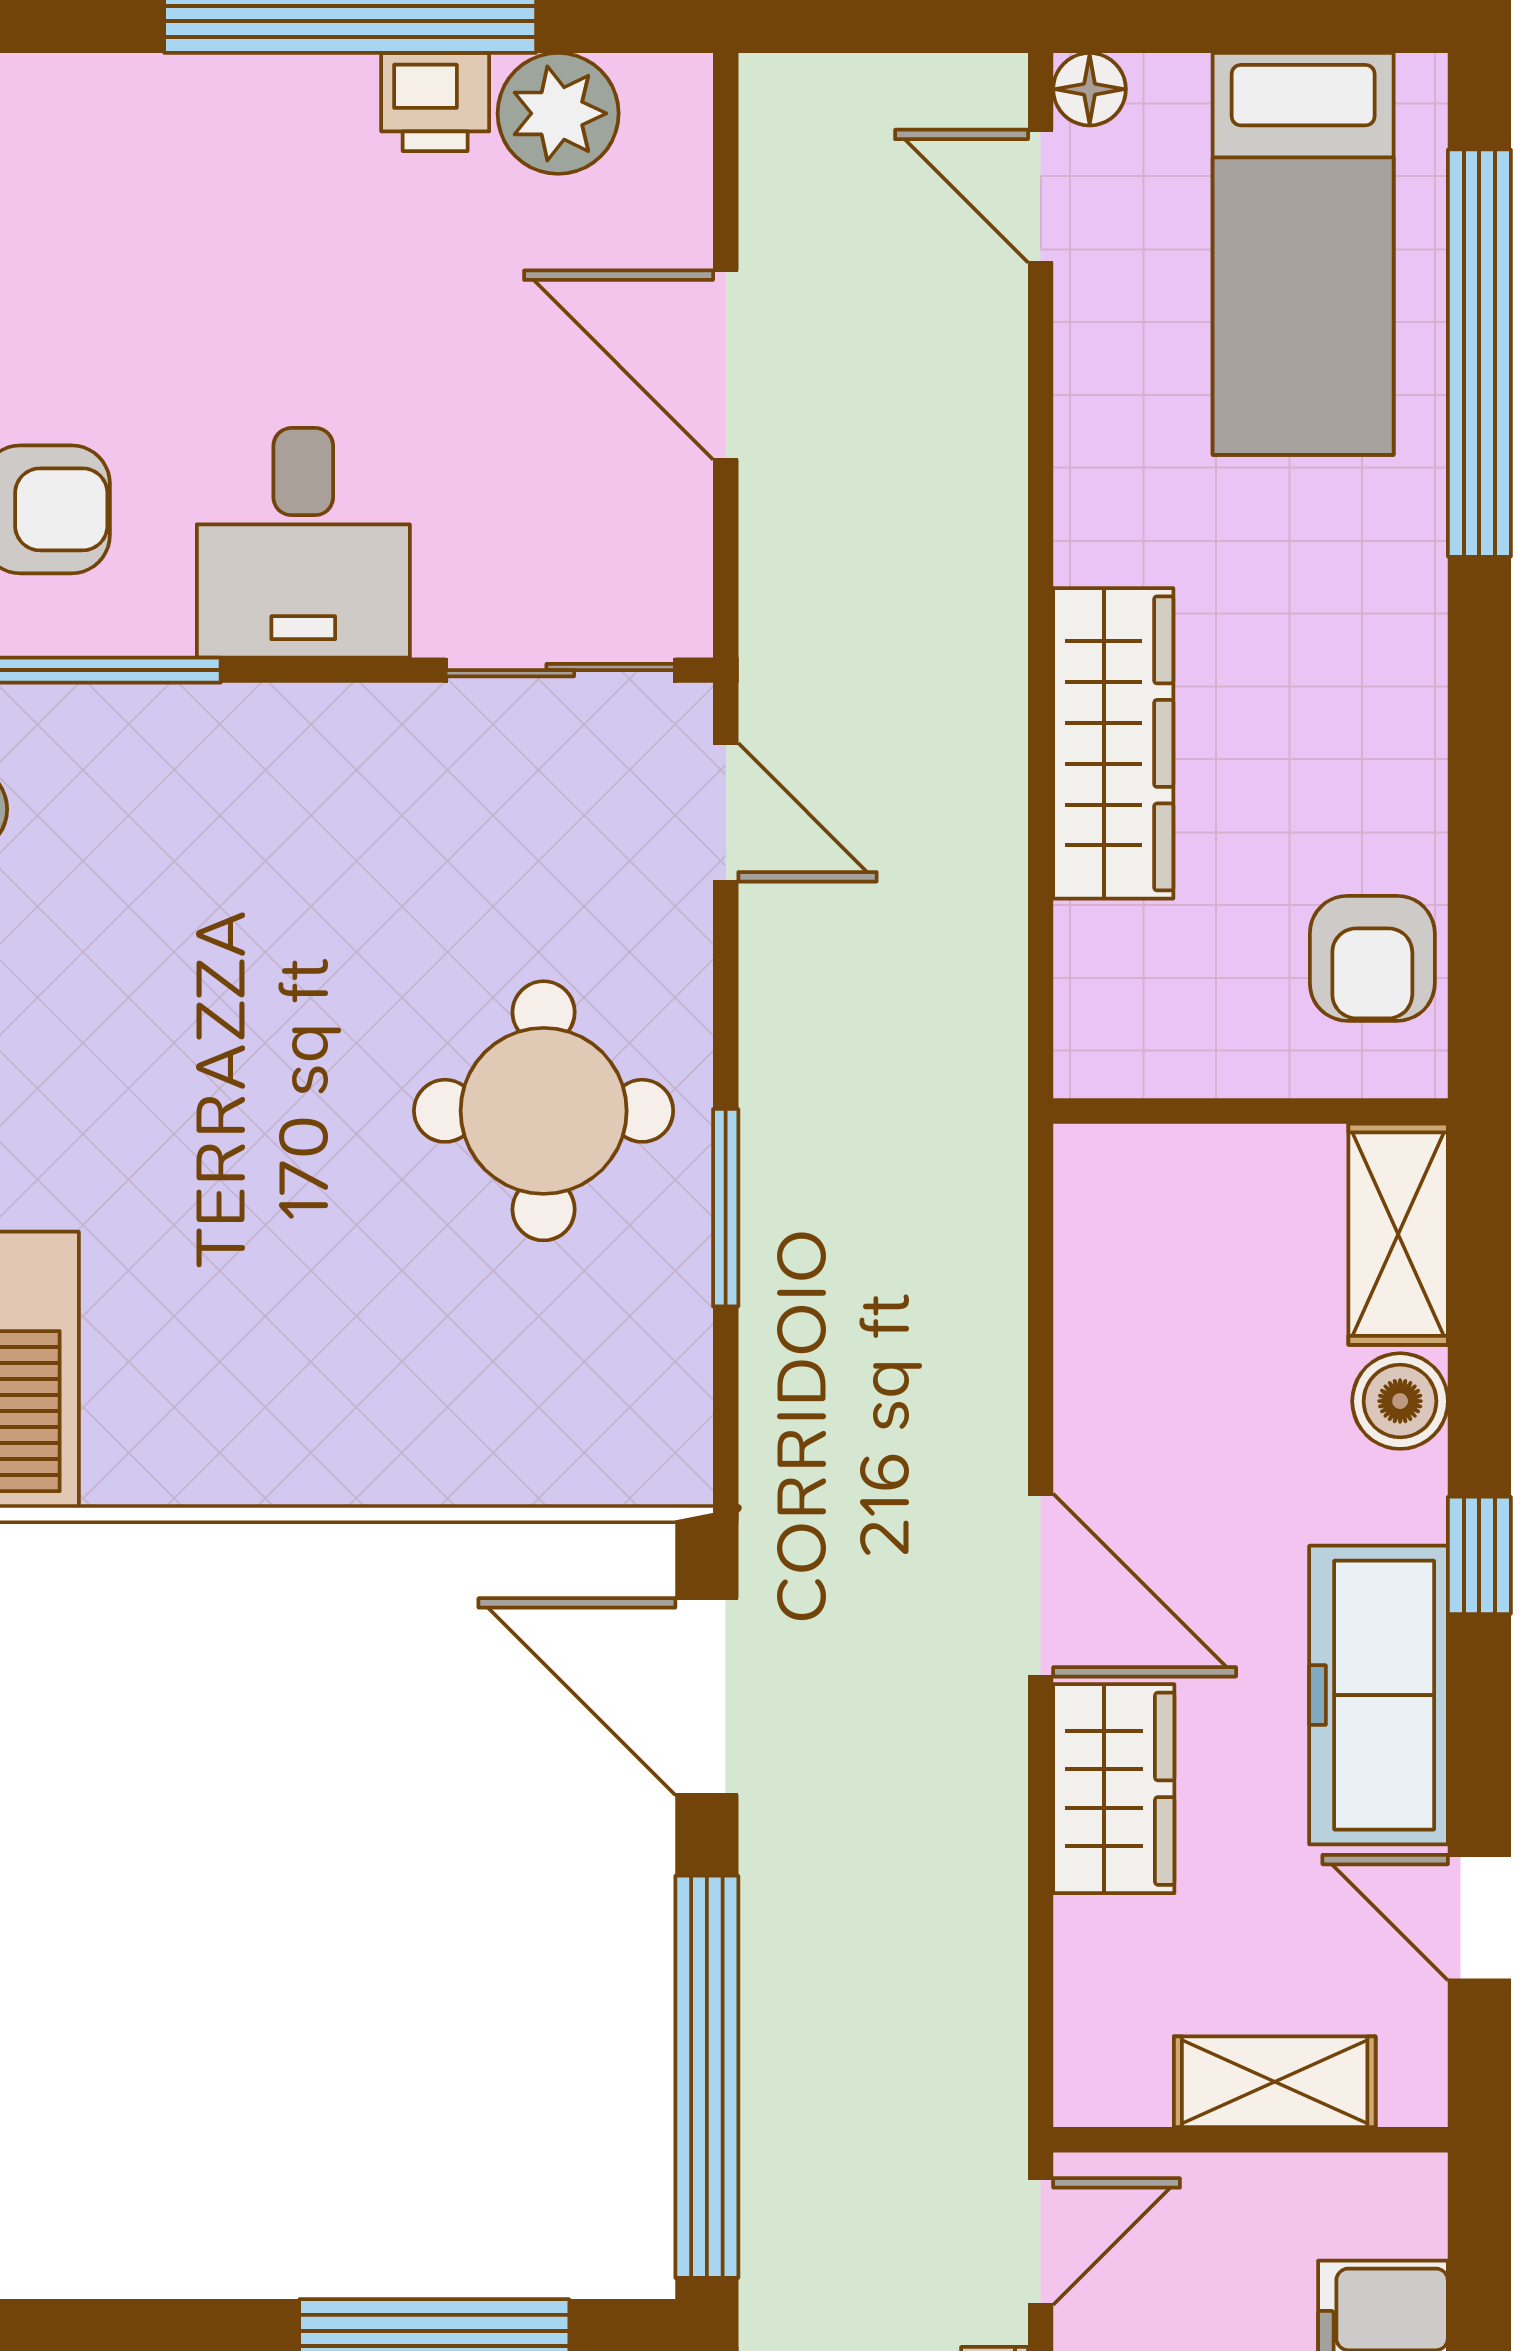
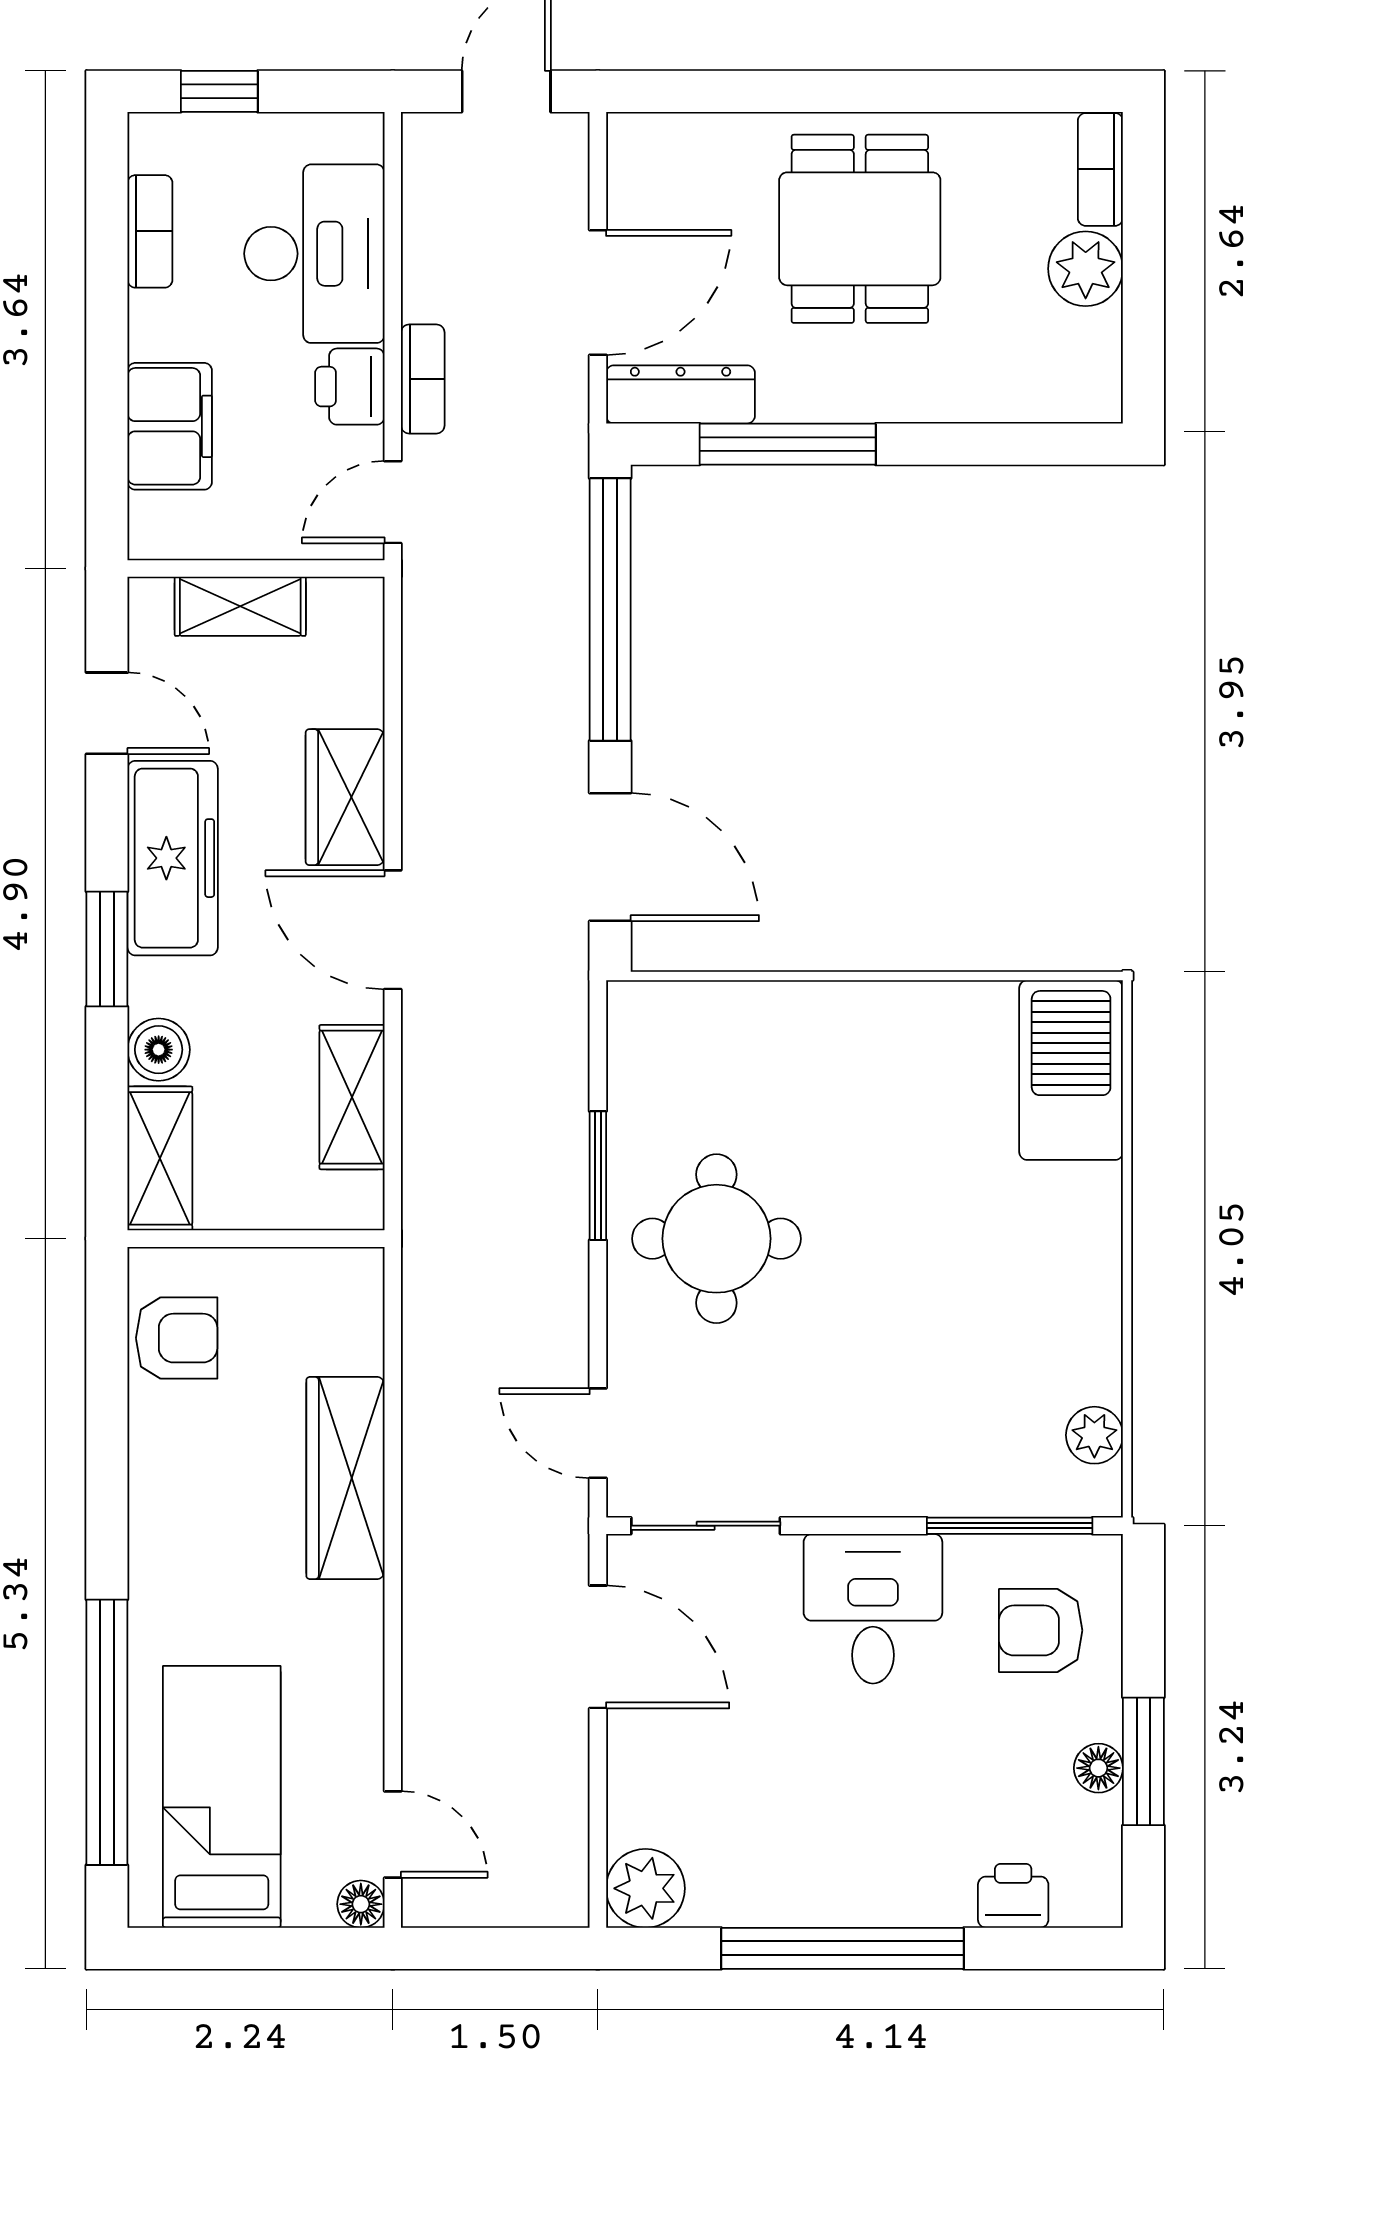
printer: (435, 102) -> (1013, 1896), moved
plant: (558, 113) -> (645, 1888), moved
door: (726, 365) -> (598, 1647), moved
armchair: (1372, 958) -> (177, 1338), turned 90
shelving: (1103, 1328) -> (352, 1097), added
window: (1479, 1555) -> (107, 949), width x1.50

